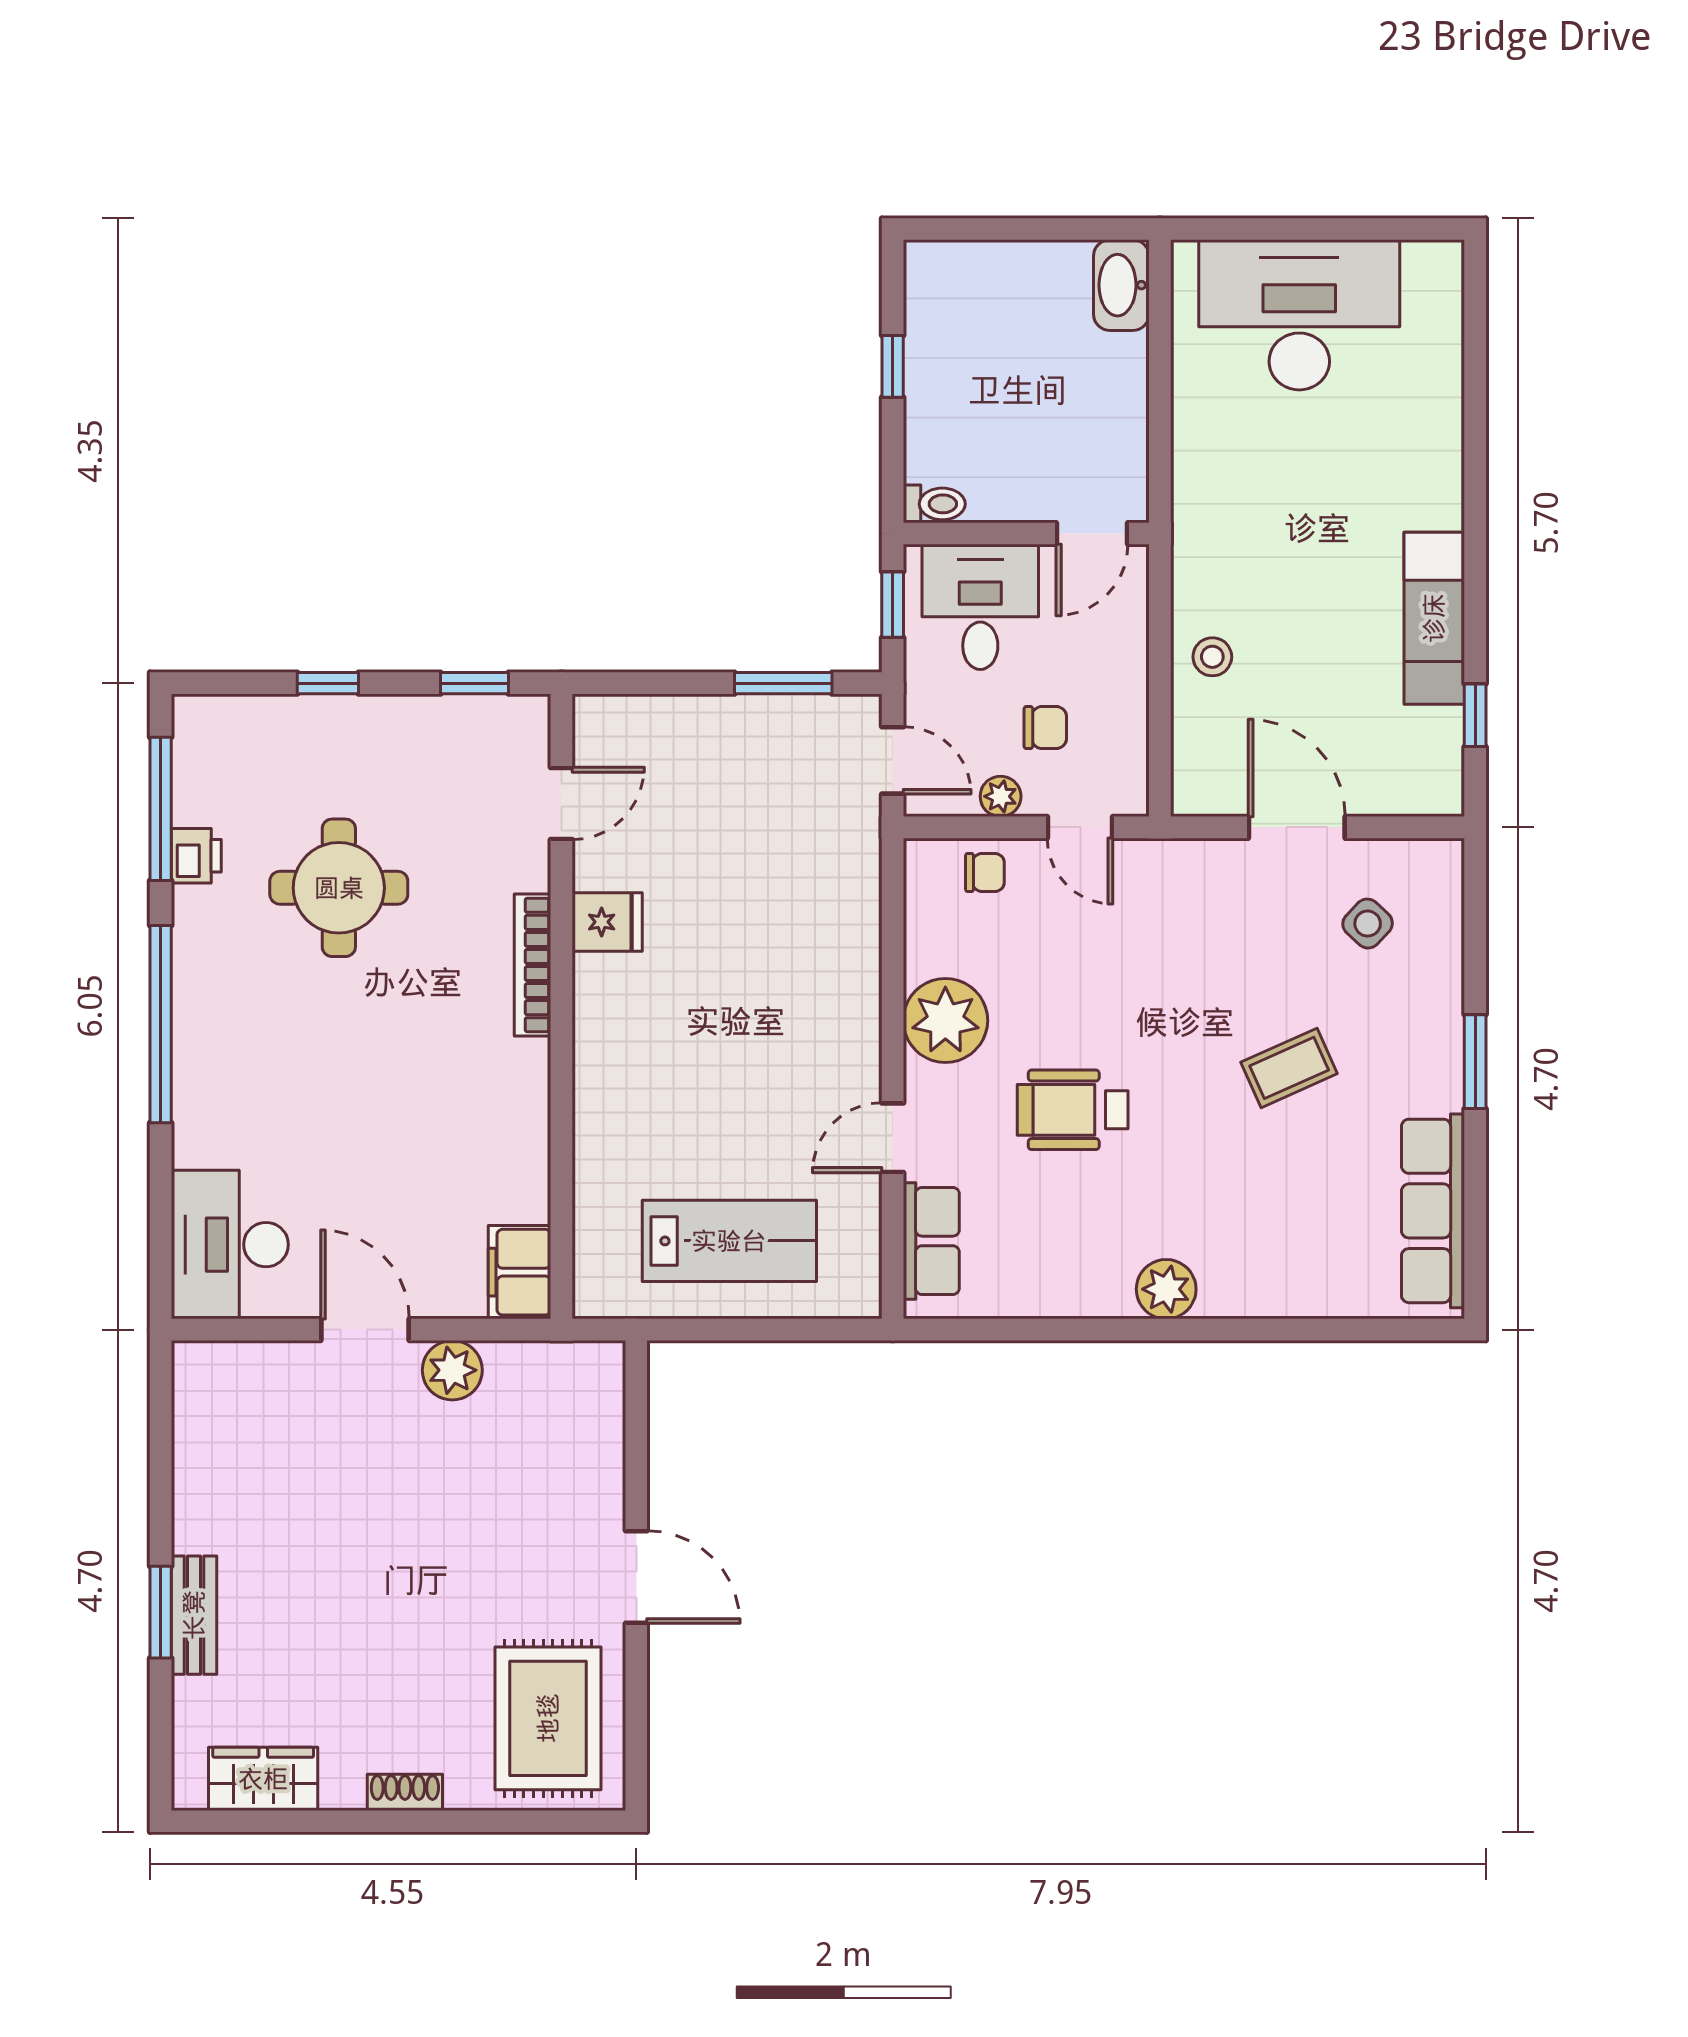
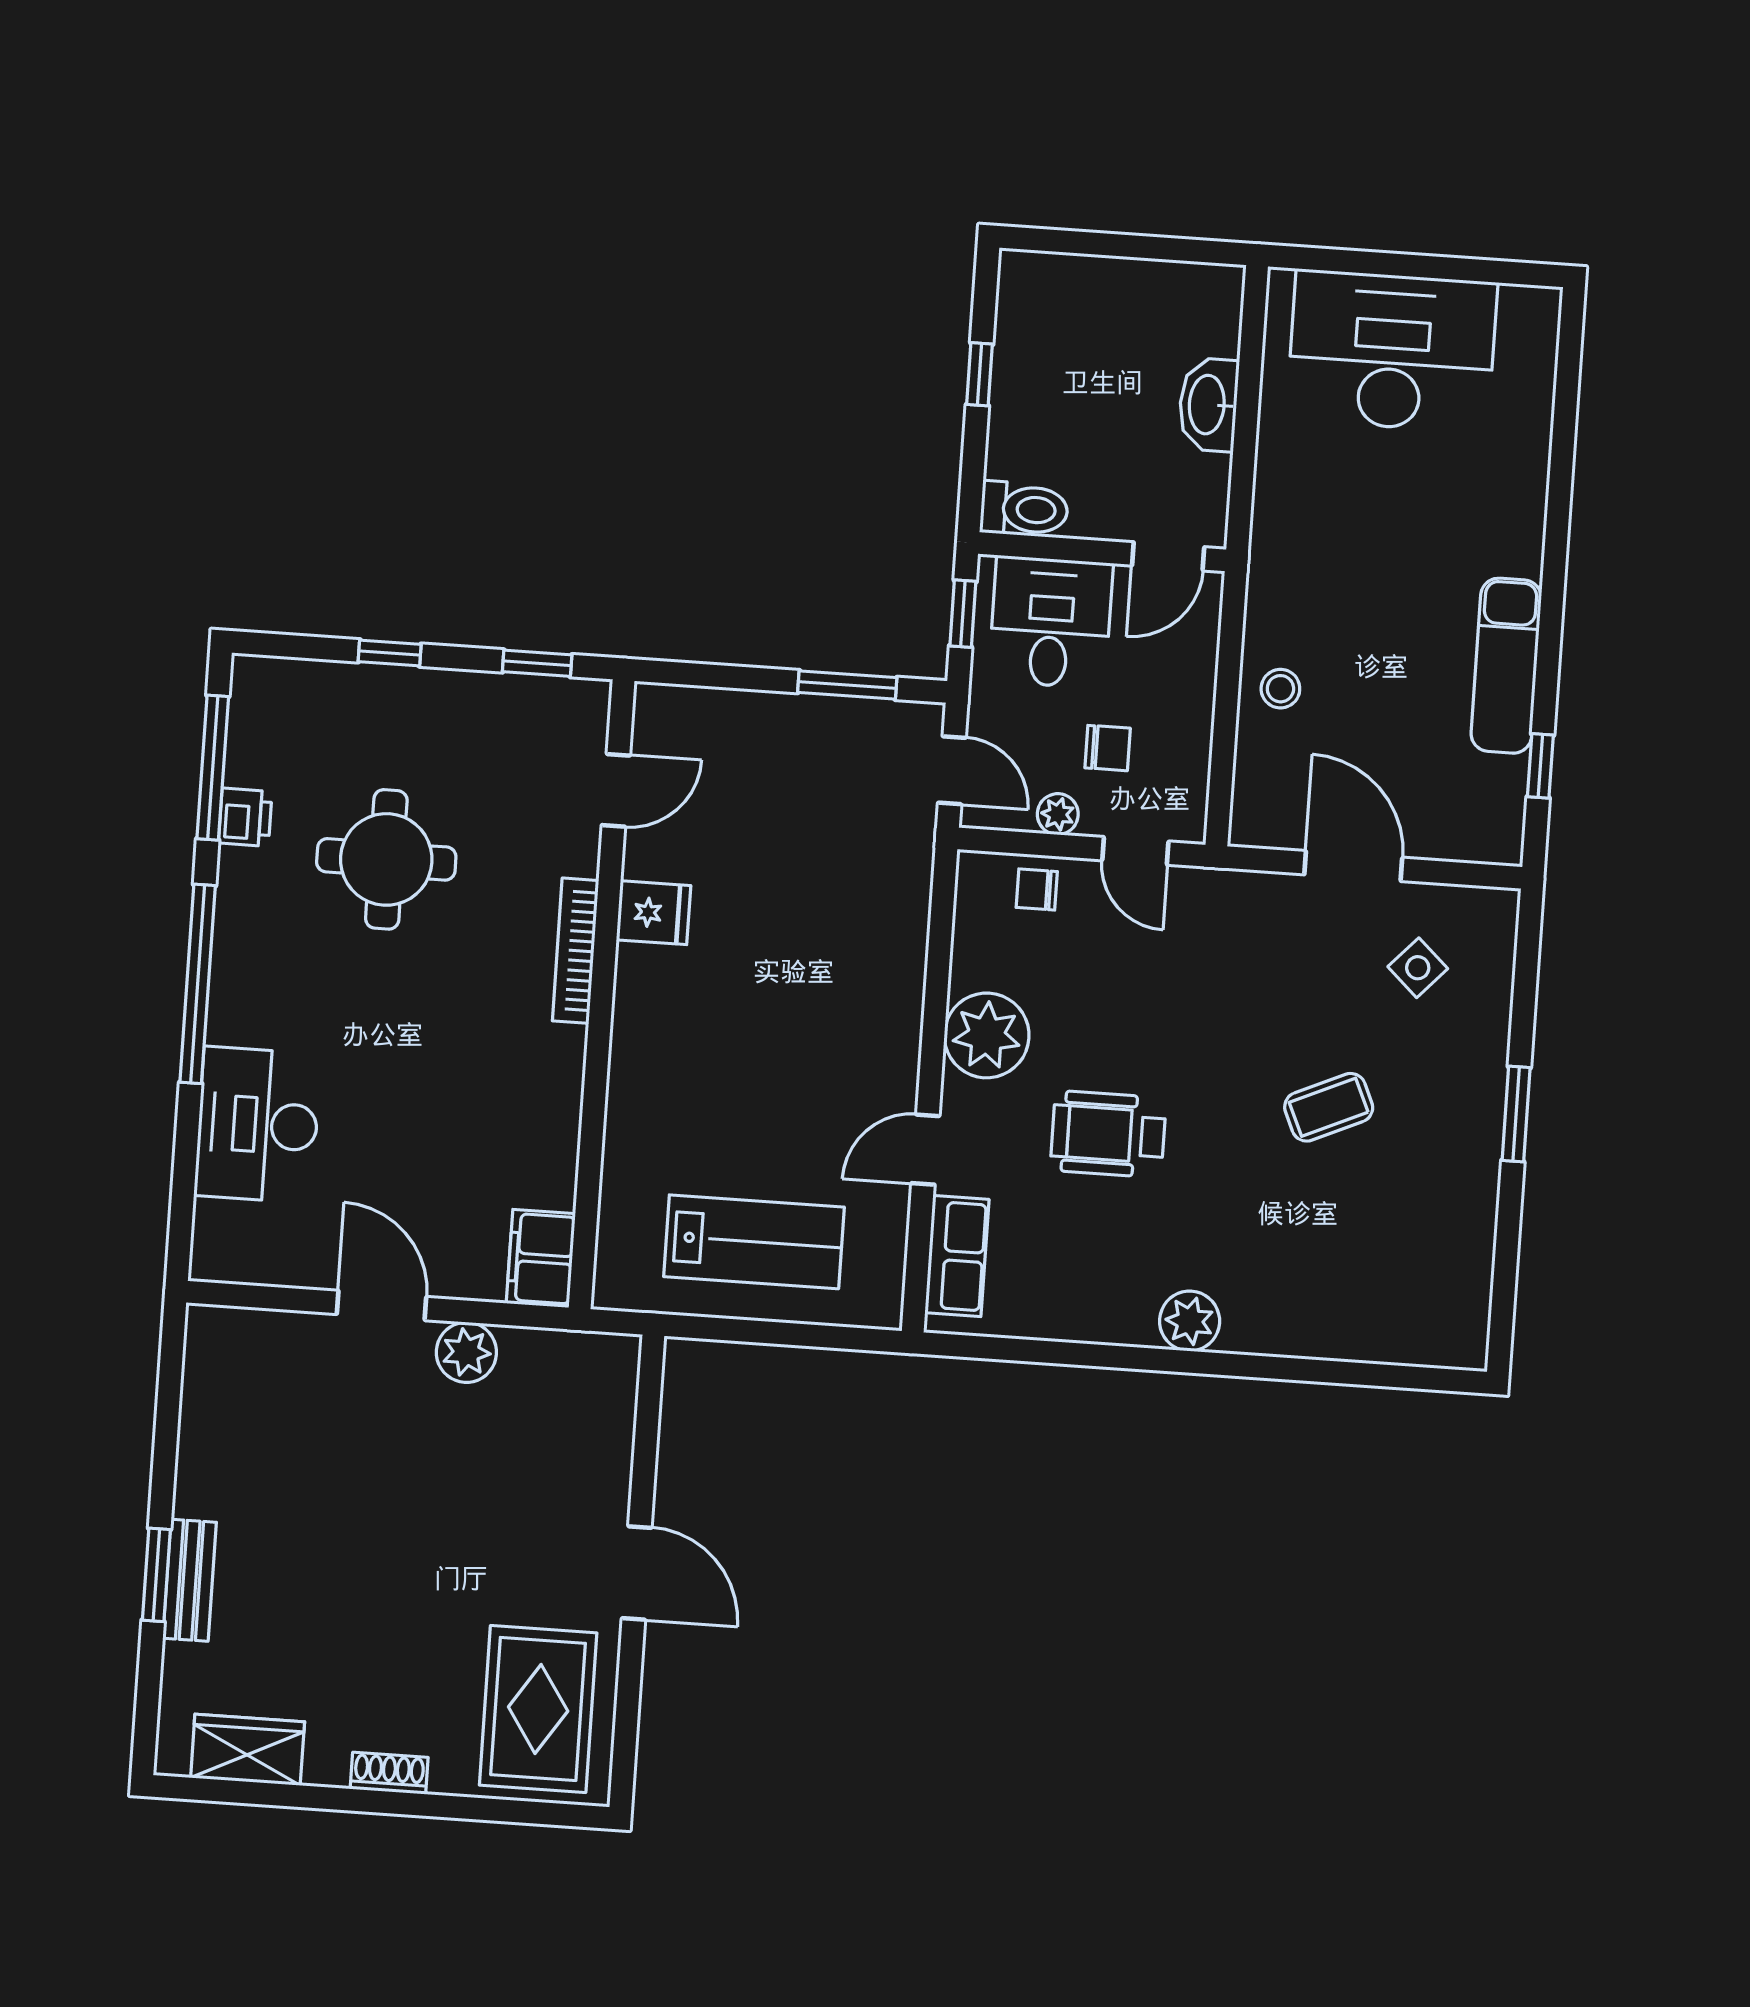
washbasin: (1121, 285) -> (1208, 405), moved
toilet: (934, 504) -> (1024, 509), width x1.37, depth x1.39
chair: (985, 873) -> (1037, 890), turned 180
row of seats: (1433, 1211) -> (1463, 1261), removed
desk: (230, 1245) -> (258, 1125), moved

